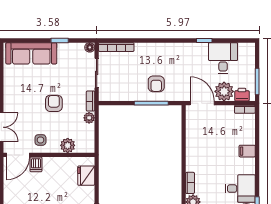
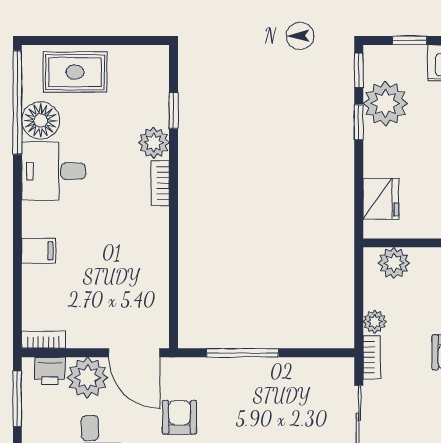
armchair: (156, 84) -> (179, 417), moved
plant: (68, 145) -> (394, 263), moved

